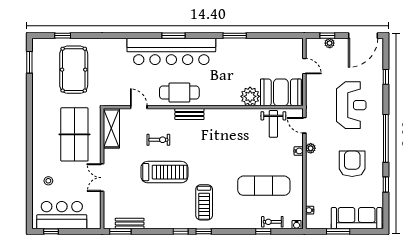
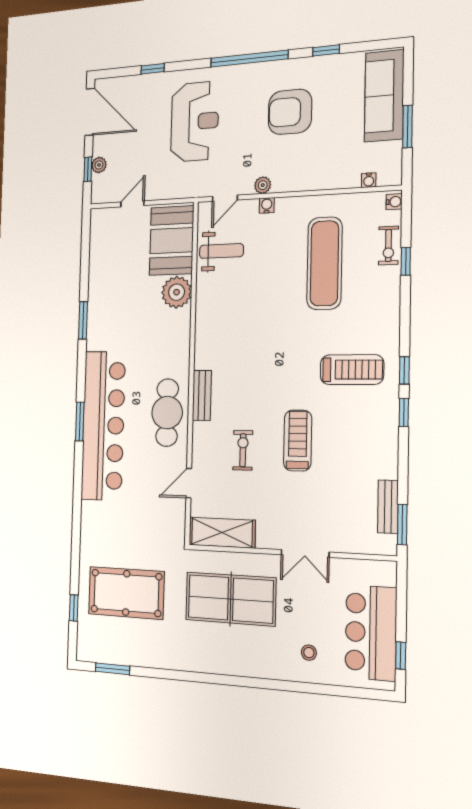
reception desk: (351, 105) -> (195, 122), turned 90
treadmill: (164, 172) -> (298, 441), width x0.73, depth x0.73

